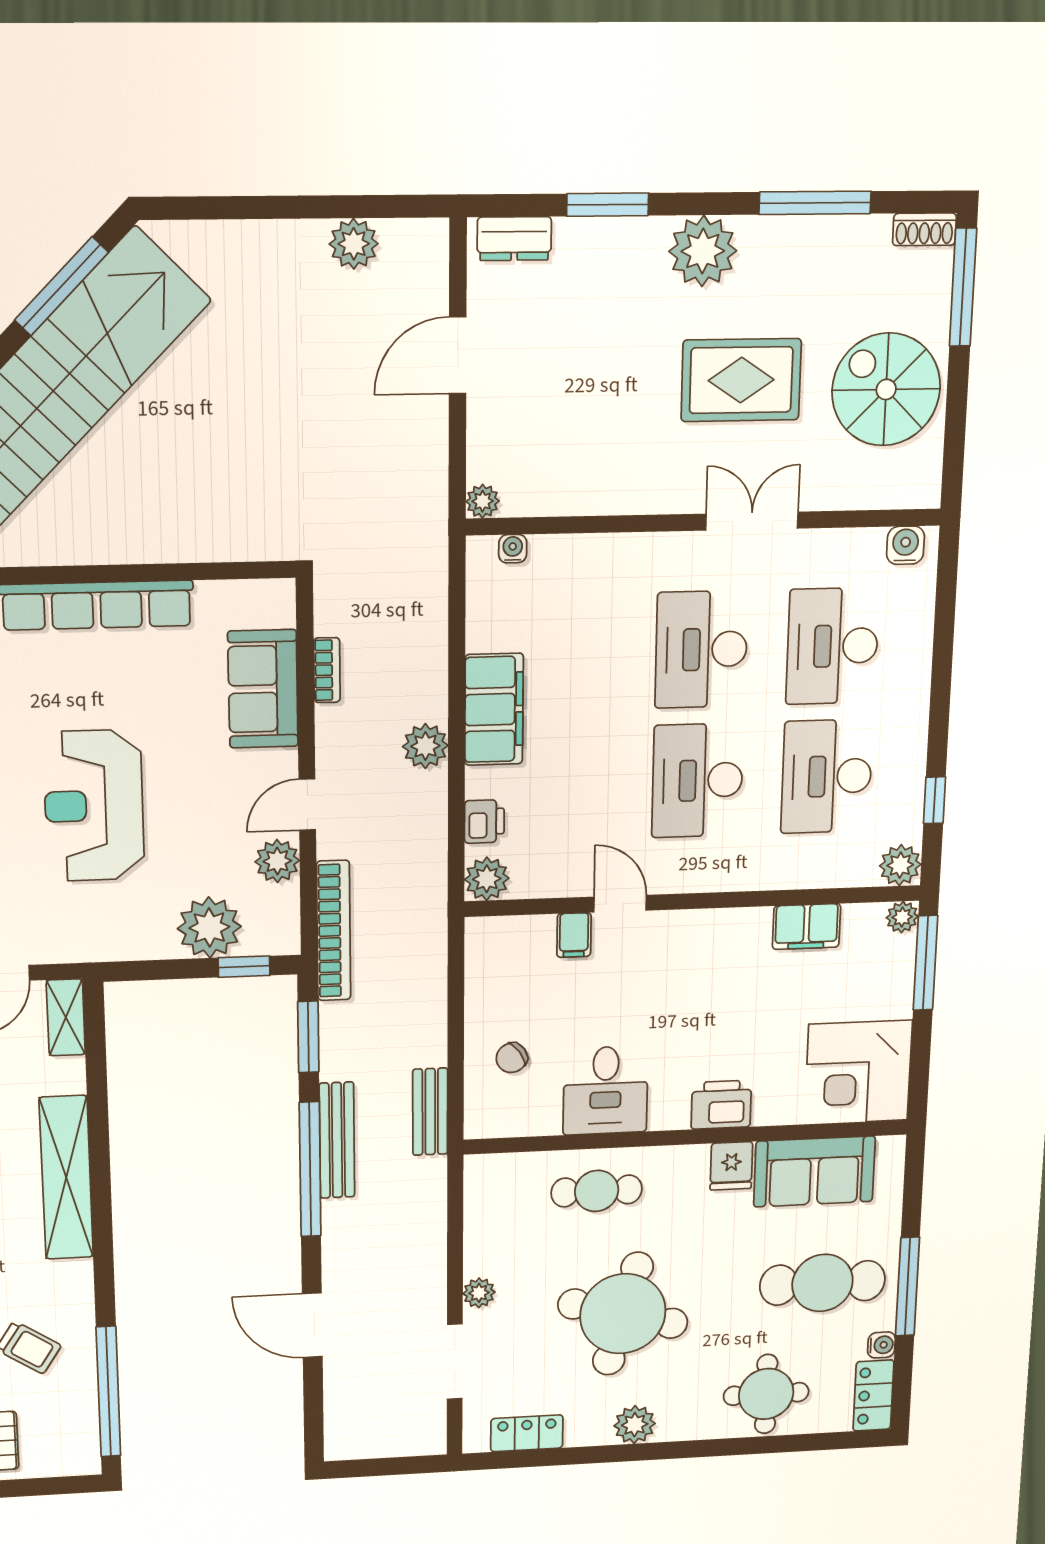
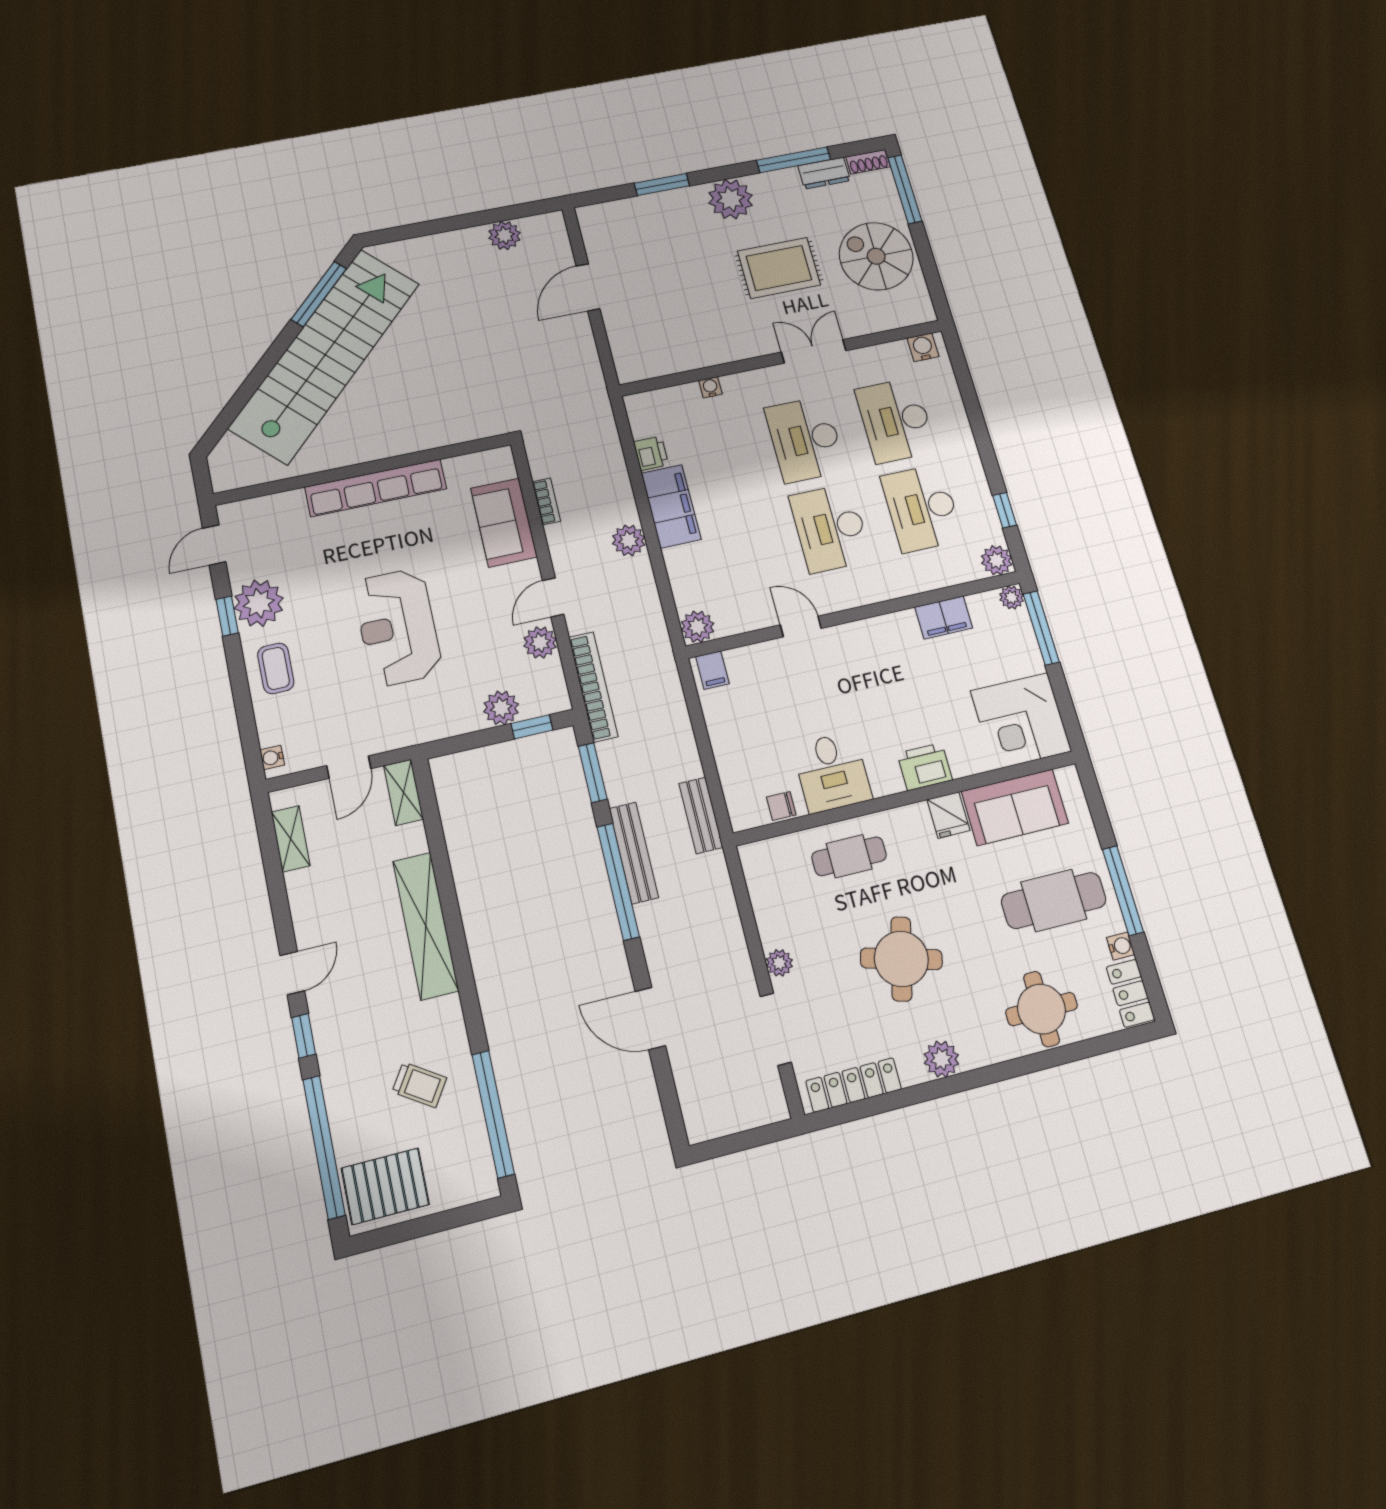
dresser: (514, 239) -> (824, 173), moved
plant: (483, 501) -> (628, 372), removed
water cooler: (513, 549) -> (710, 387), moved
printer: (484, 822) -> (651, 453), moved
plant: (209, 927) -> (501, 708), width x0.73, depth x0.73
filing cabinet: (574, 935) -> (712, 670), moved
chair: (512, 1058) -> (781, 806), moved, turned 35
round table: (623, 1314) -> (901, 959), width x0.73, depth x0.73
locker: (527, 1433) -> (854, 1085), width x1.53

